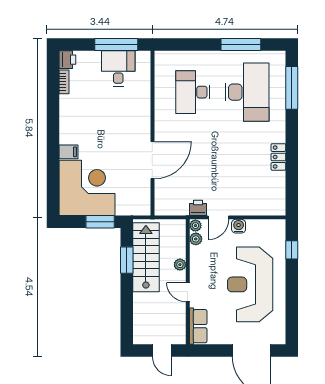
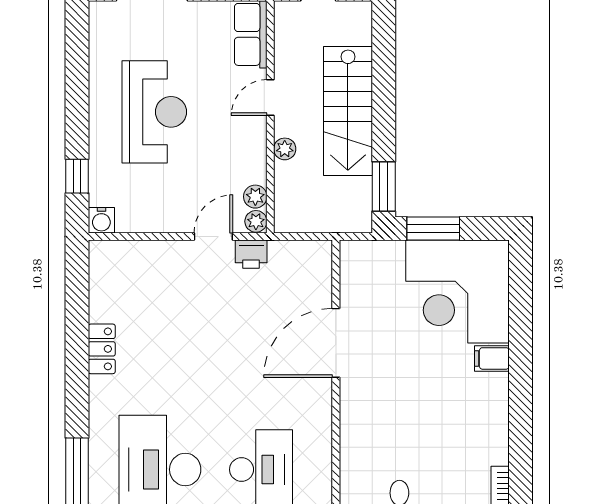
water cooler: (239, 226) -> (101, 220), moved
stairs: (146, 257) -> (348, 111), moved
window: (127, 260) -> (384, 187), moved
reception desk: (250, 284) -> (154, 112), width x0.74, depth x0.77
door: (188, 292) -> (270, 98), swing flipped

